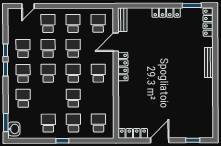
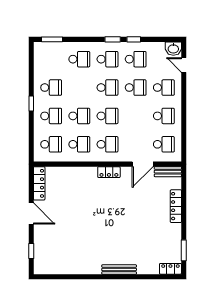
locker: (166, 12) -> (176, 206), moved
locker: (208, 22) -> (170, 269), width x0.66
door: (116, 42) -> (143, 164), swing flipped
school desk: (73, 48) -> (79, 144), moved
locker: (123, 67) -> (109, 172), width x0.66
washbasin: (14, 129) -> (173, 49), moved

